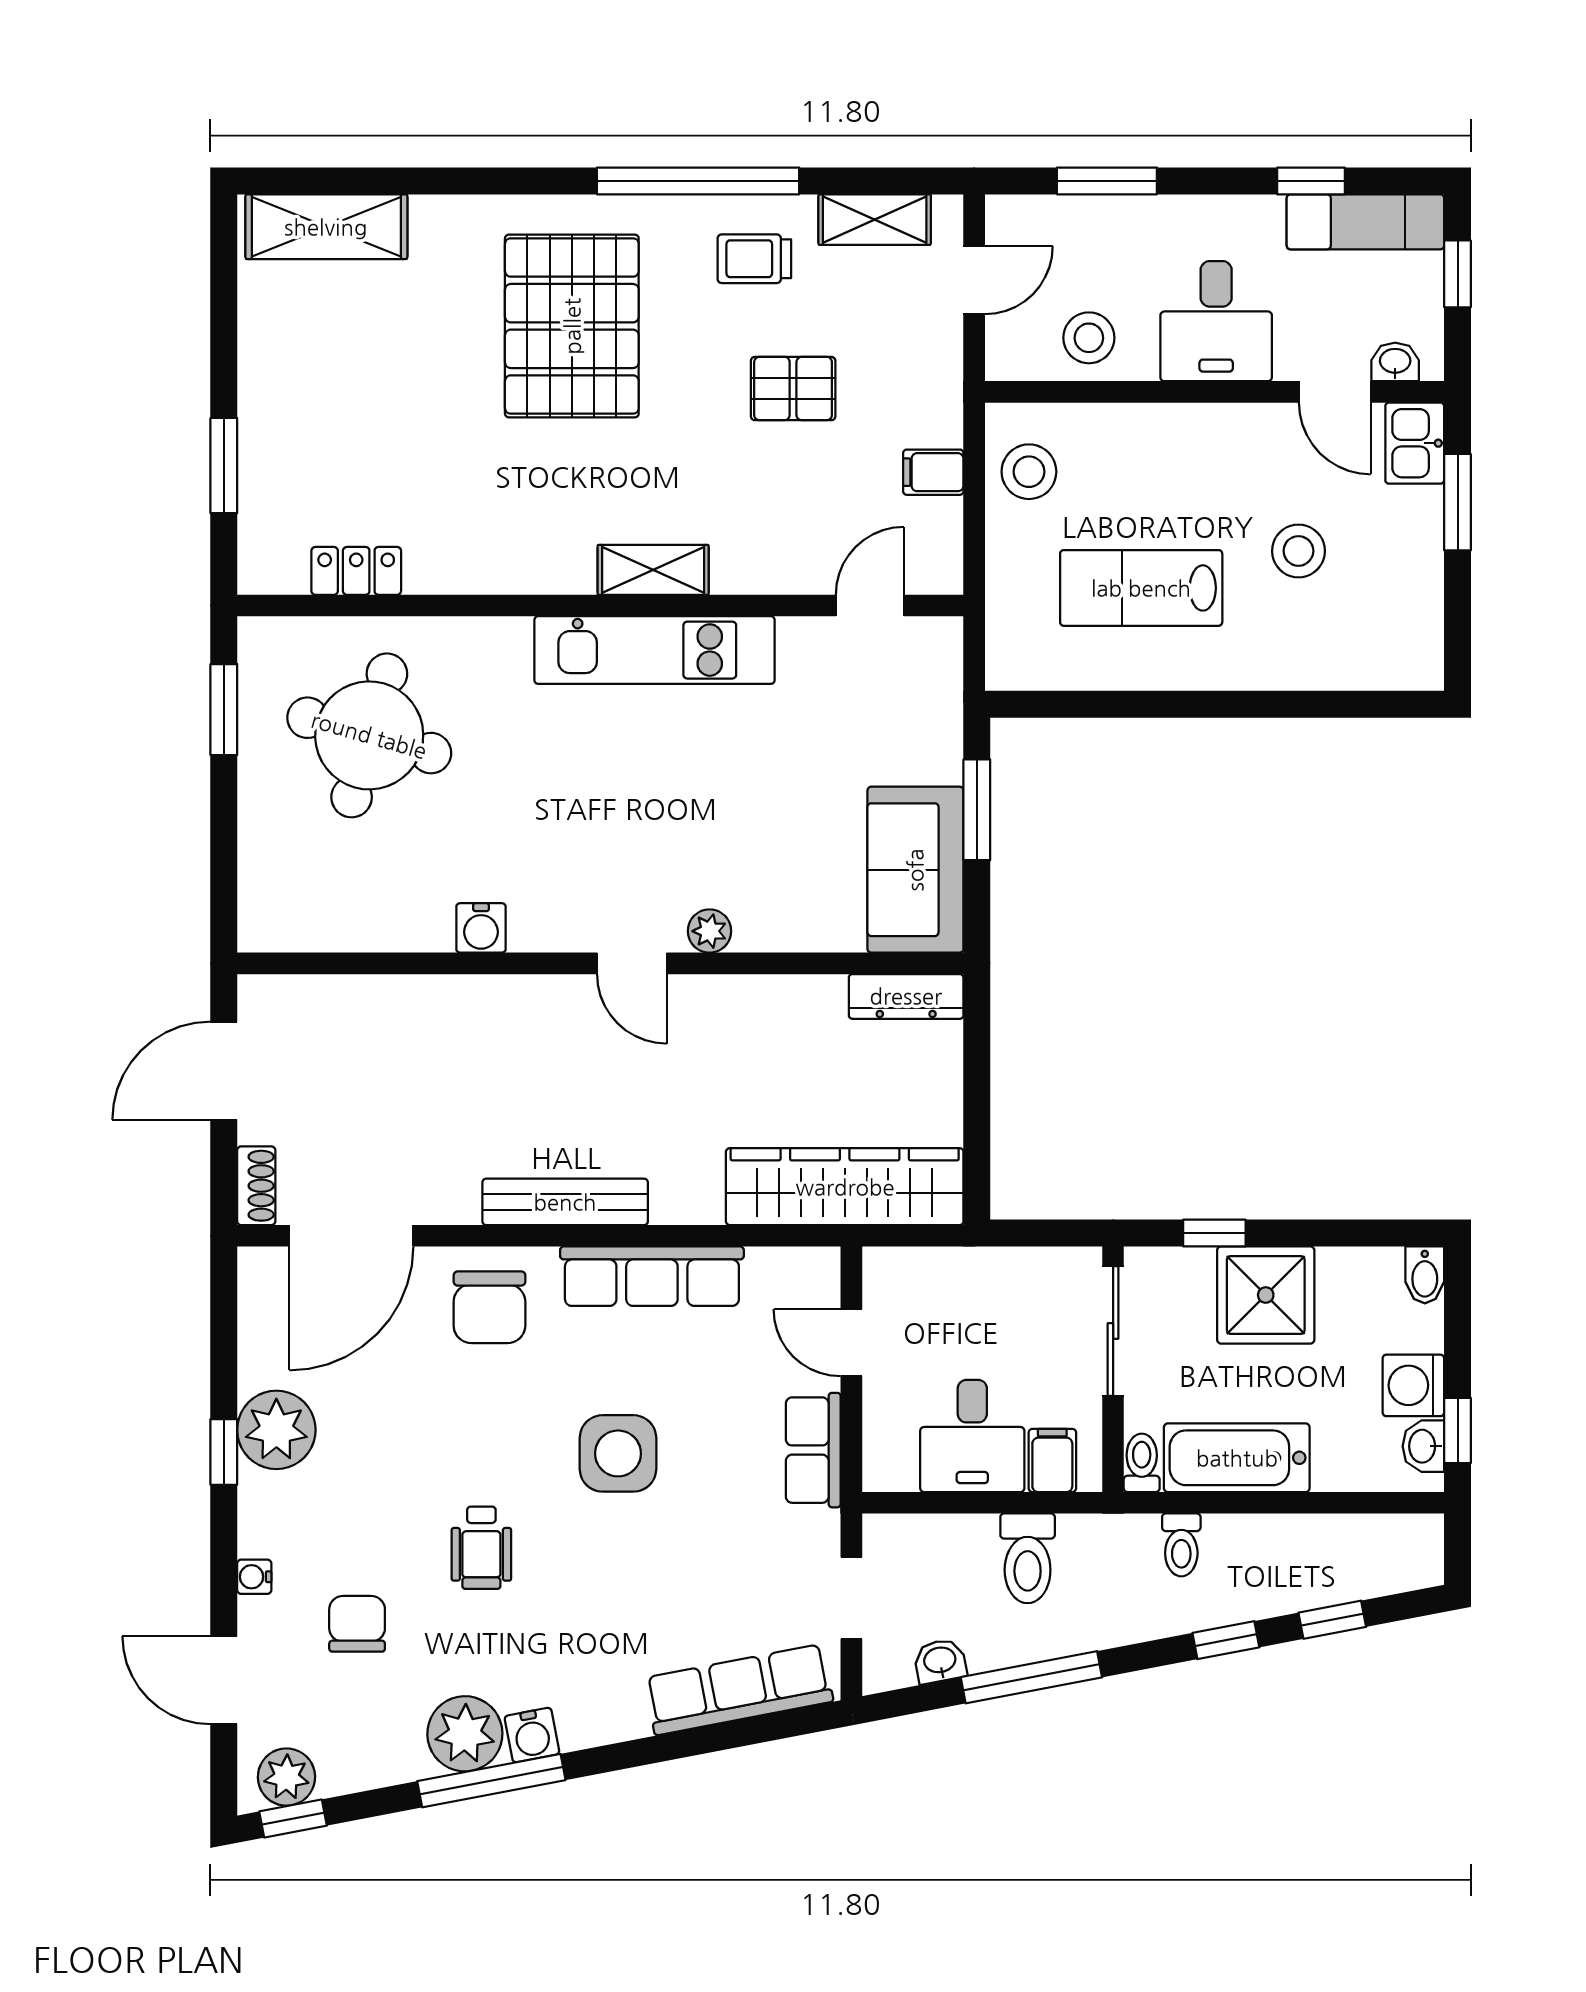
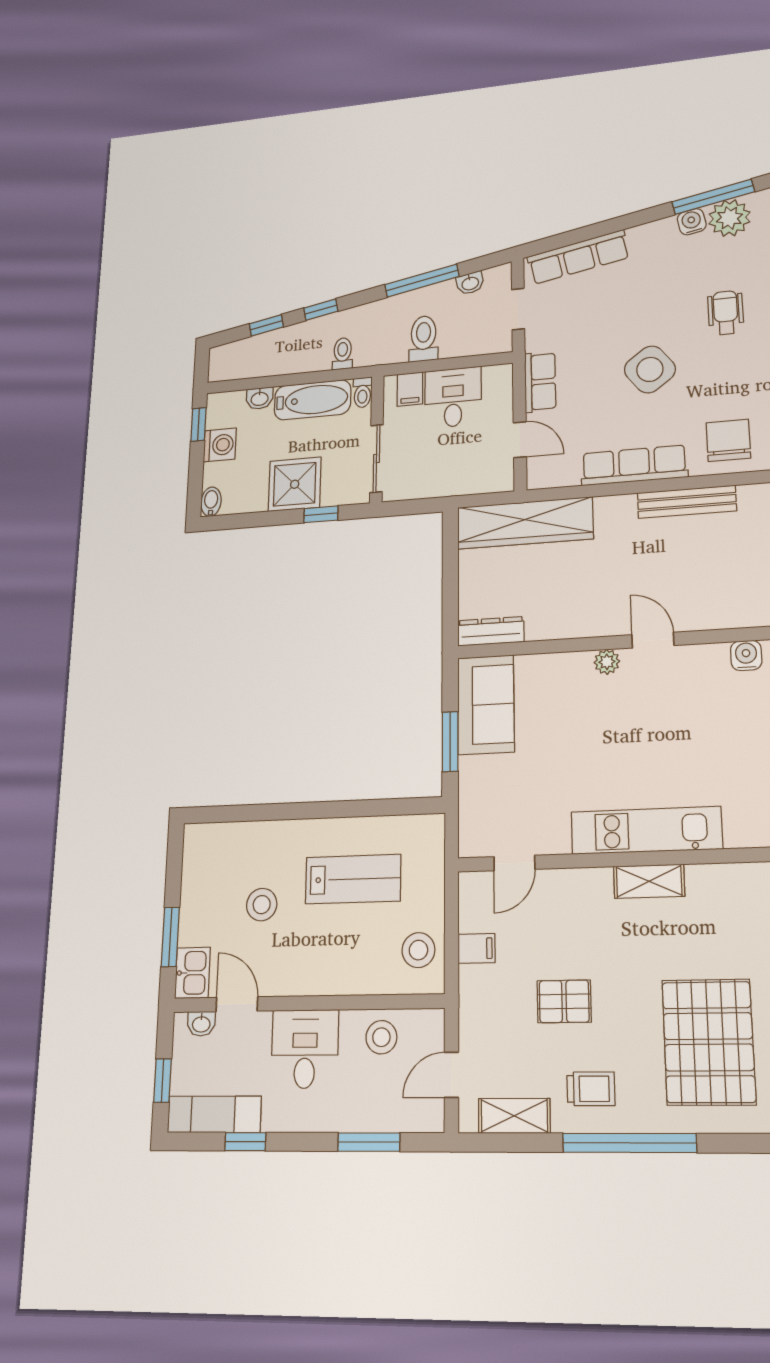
washbasin: (1423, 1446) -> (260, 398), moved, turned 90
side table: (618, 1453) -> (650, 369), turned -37

